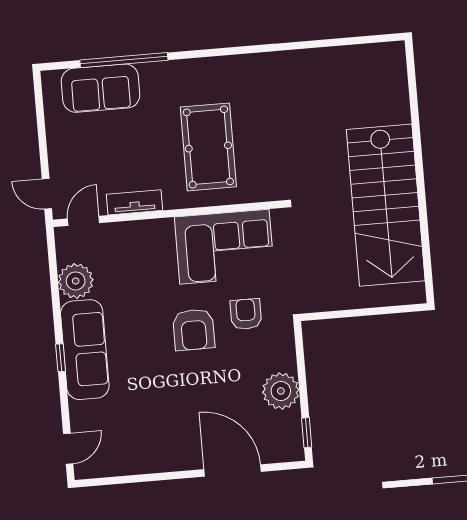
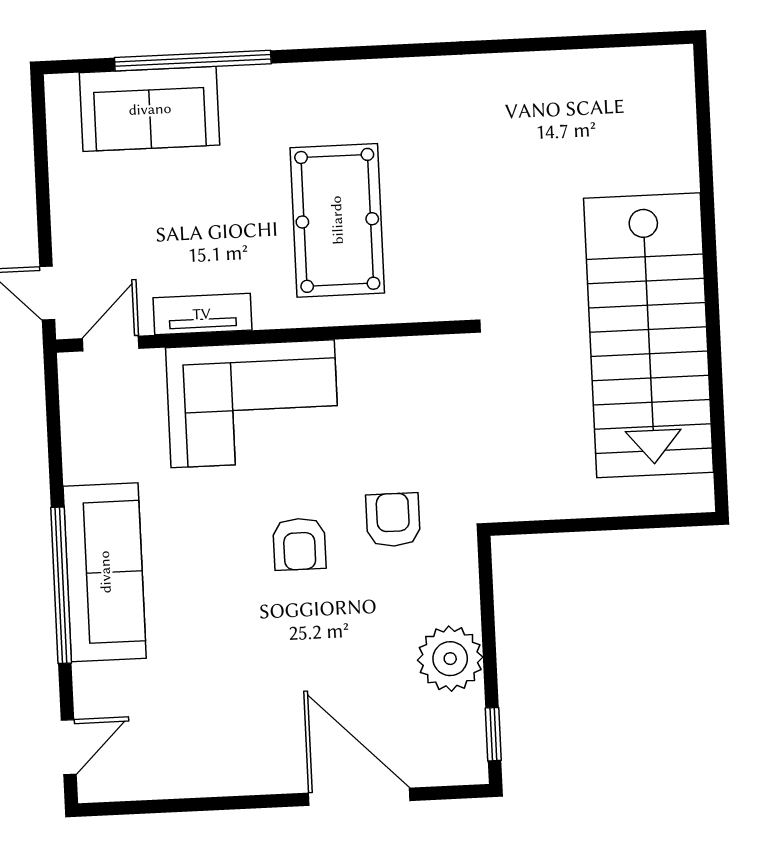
corner sofa: (224, 247) -> (253, 404), moved
plant: (76, 281) -> (93, 450), removed
armchair: (194, 330) -> (299, 544), width x0.72, depth x0.72
window: (61, 358) -> (61, 585), width x3.17

